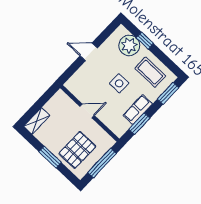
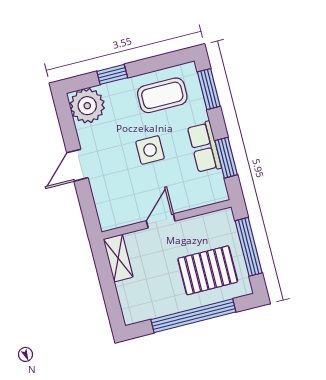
plant: (129, 45) -> (87, 106), moved
shelving: (37, 121) -> (118, 258), moved
pallet: (77, 150) -> (208, 270), turned 90
window: (50, 157) -> (193, 316), width x2.11

